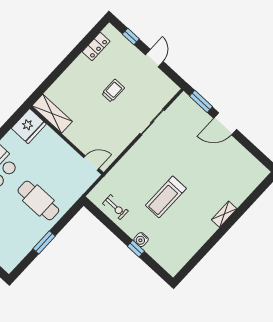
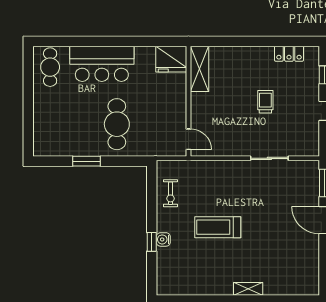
trolley: (113, 91) -> (265, 102), turned -90

